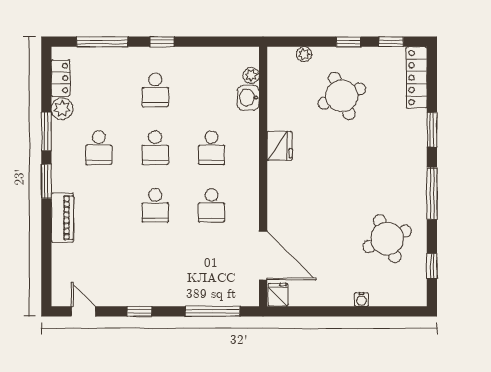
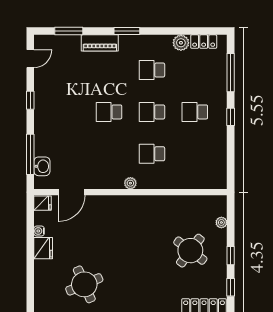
plant: (251, 75) -> (130, 183), moved
round table: (342, 96) -> (190, 251), turned -31
washbasin: (248, 98) -> (42, 166), moved, turned 90
window: (46, 131) -> (69, 31), moved
fridge: (280, 146) -> (43, 248), moved, turned -90
school desk: (212, 205) -> (109, 154), removed
door: (263, 256) -> (72, 192), width x0.73
water cooler: (361, 300) -> (39, 231), moved

